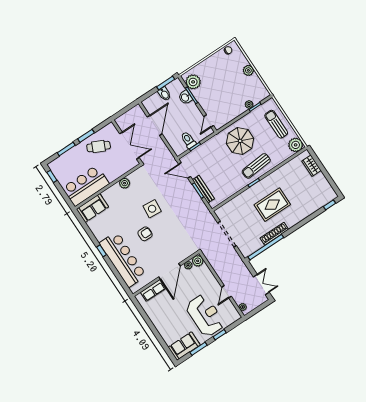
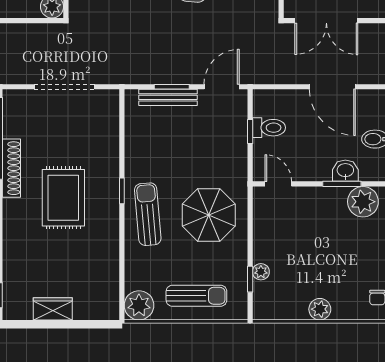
wardrobe: (311, 166) -> (53, 309), moved

